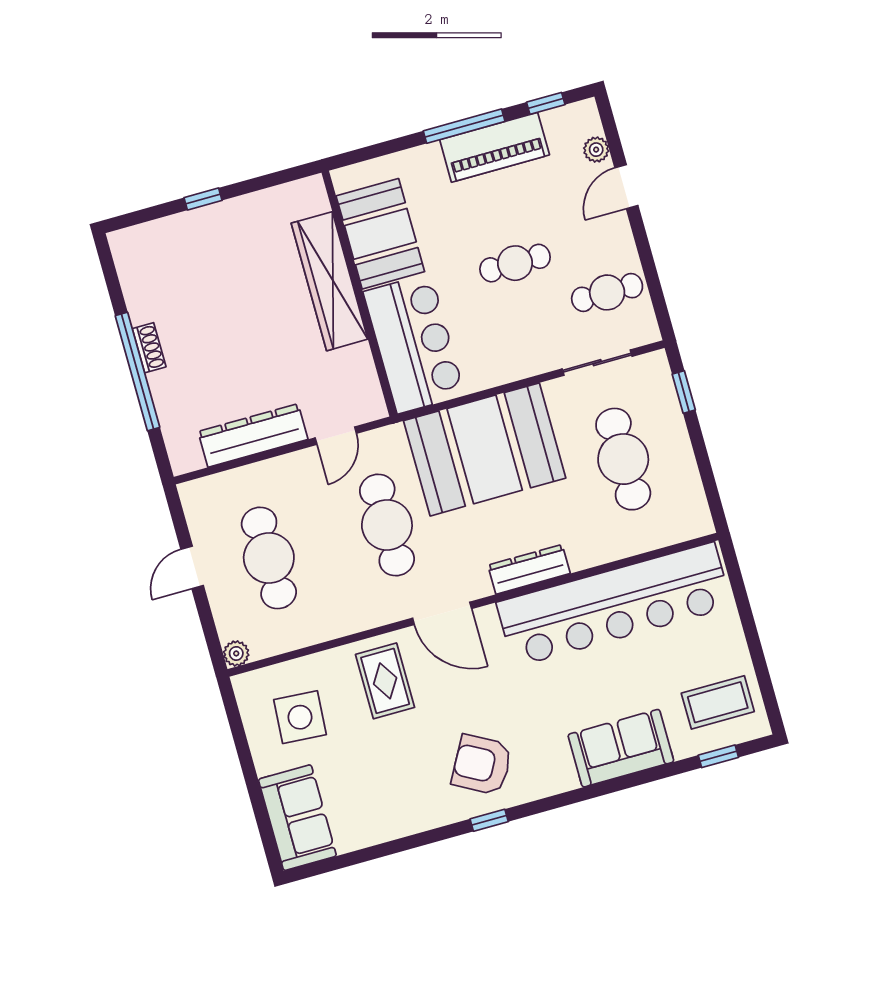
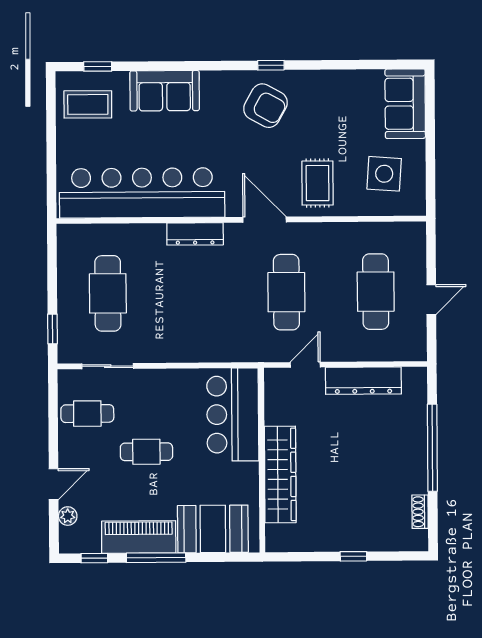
booth: (380, 234) -> (213, 529), moved, turned 90
shoe rack: (149, 348) -> (420, 512), moved
booth: (485, 449) -> (203, 327), removed
plant: (236, 653) -> (417, 231), removed

